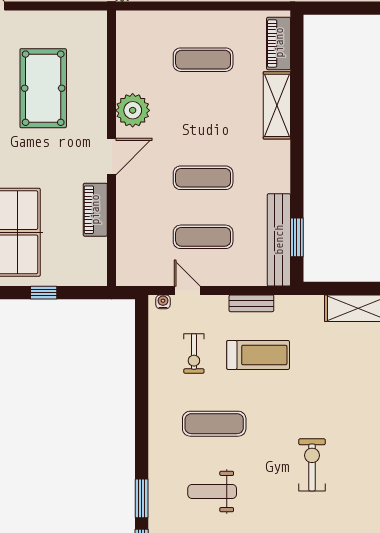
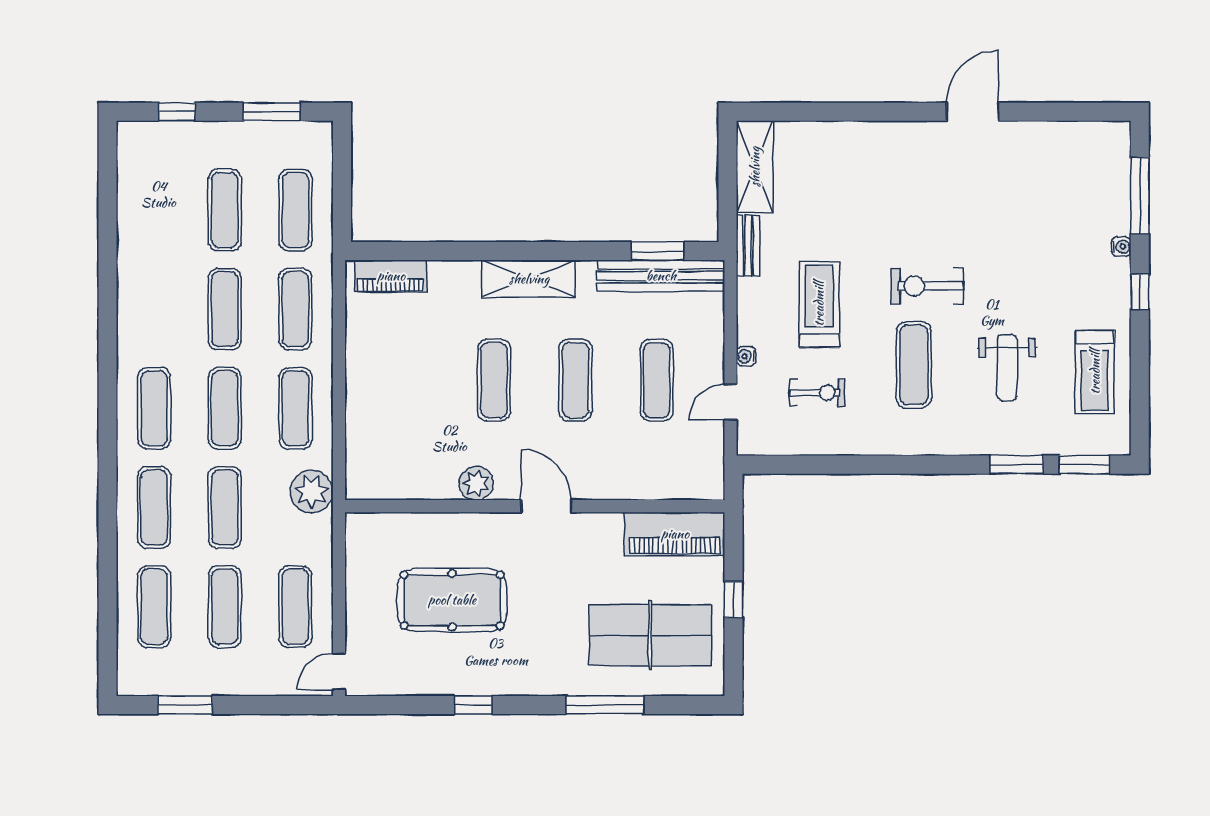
exercise mat: (203, 60) -> (494, 380), moved
shelving: (277, 105) -> (529, 279), moved
plant: (133, 110) -> (476, 483), width x0.73, depth x0.73
piano: (95, 210) -> (675, 534), moved, width x1.37, depth x1.33
water cooler: (163, 302) -> (746, 356), moved
bench: (251, 303) -> (748, 246), moved
exercise bike: (312, 465) -> (927, 286), moved

